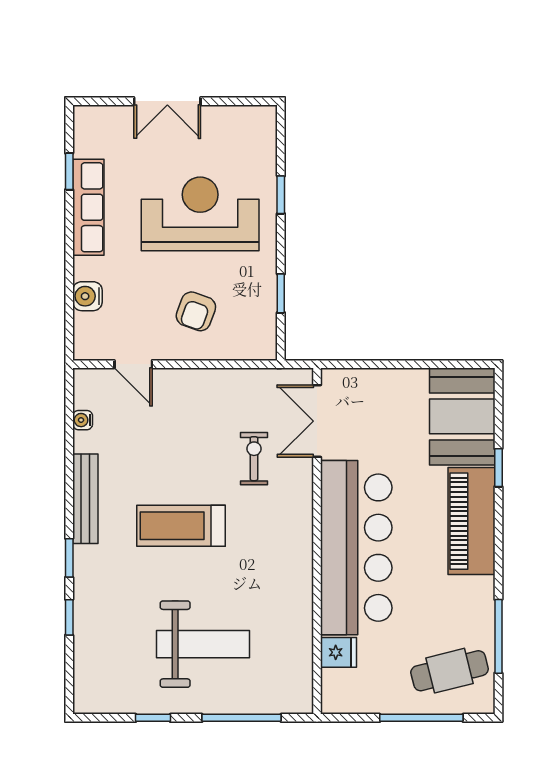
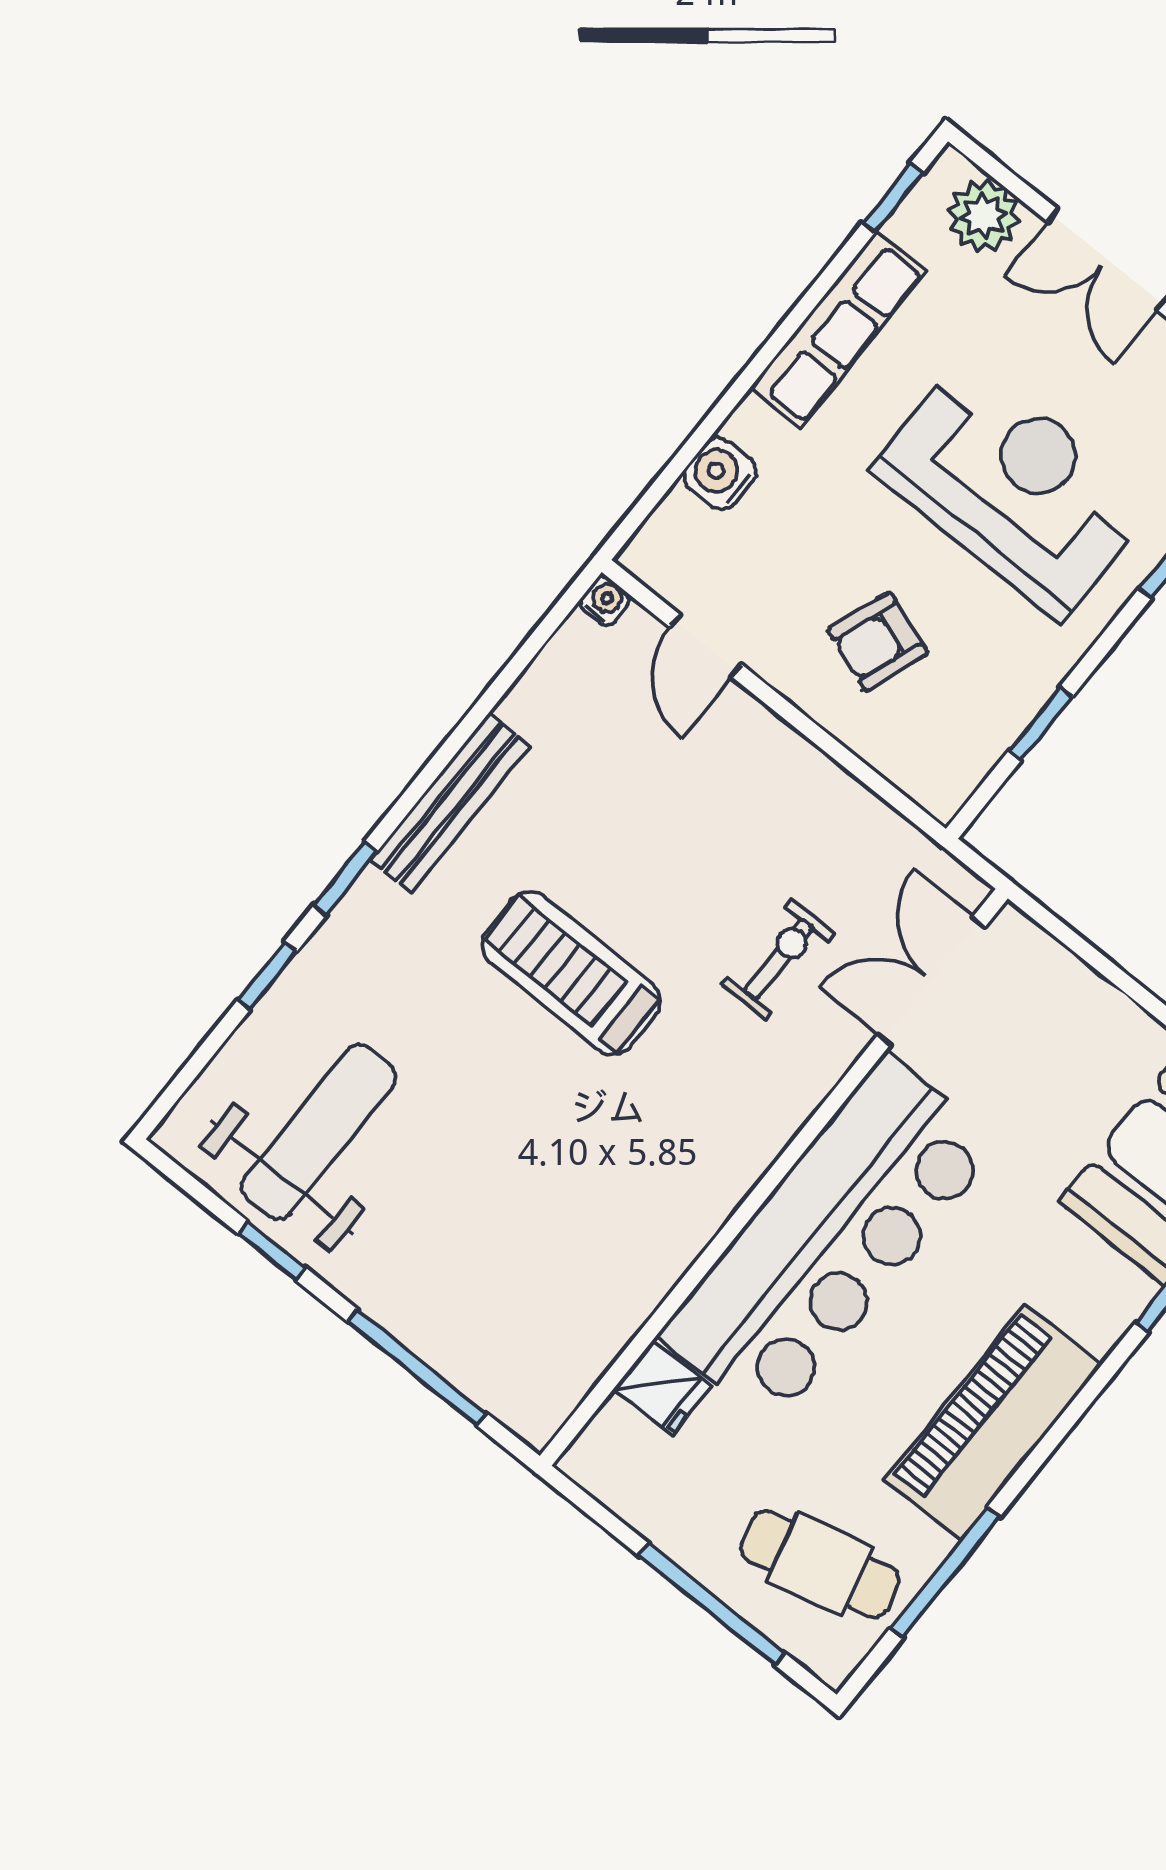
plant: (108, 122) -> (983, 216), added
window: (69, 171) -> (893, 198), moved
water cooler: (83, 420) -> (605, 601), moved, turned 90
piano: (471, 521) -> (993, 1422), moved
weight bench: (203, 644) -> (319, 1132), moved, turned -90

